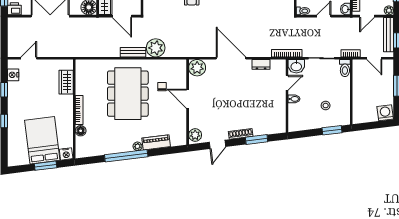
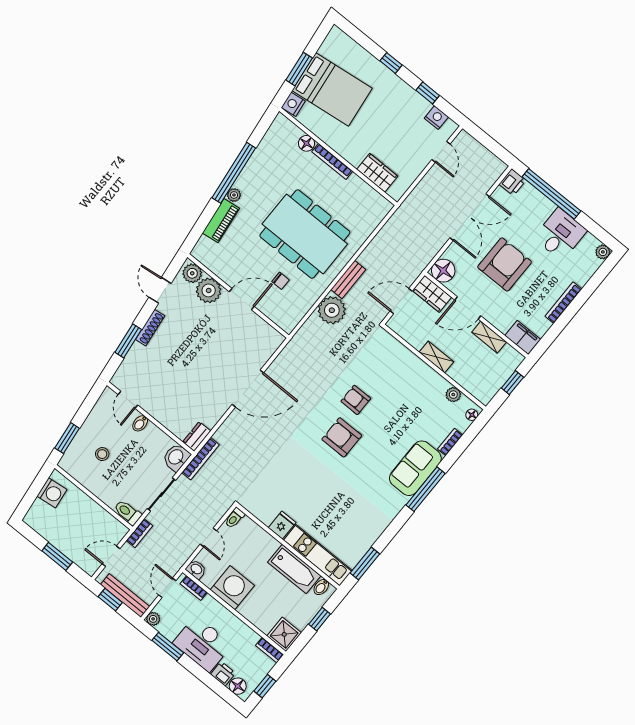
dresser: (261, 64) -> (197, 436), moved
plant: (197, 68) -> (209, 290), moved
door: (287, 83) -> (128, 400), moved
washing machine: (385, 113) -> (52, 493), moved

